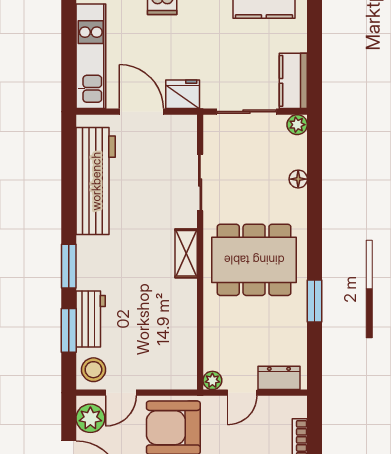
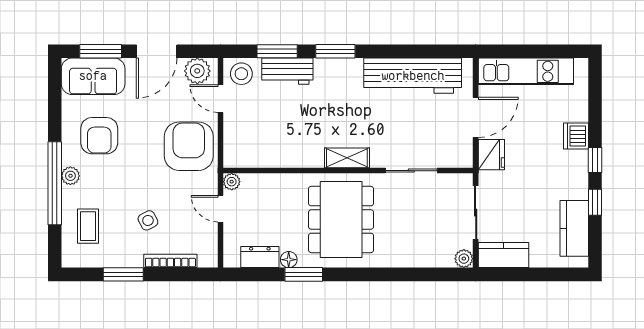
floor lamp: (298, 179) -> (289, 260), moved
dresser: (279, 378) -> (260, 257), moved, turned -90

